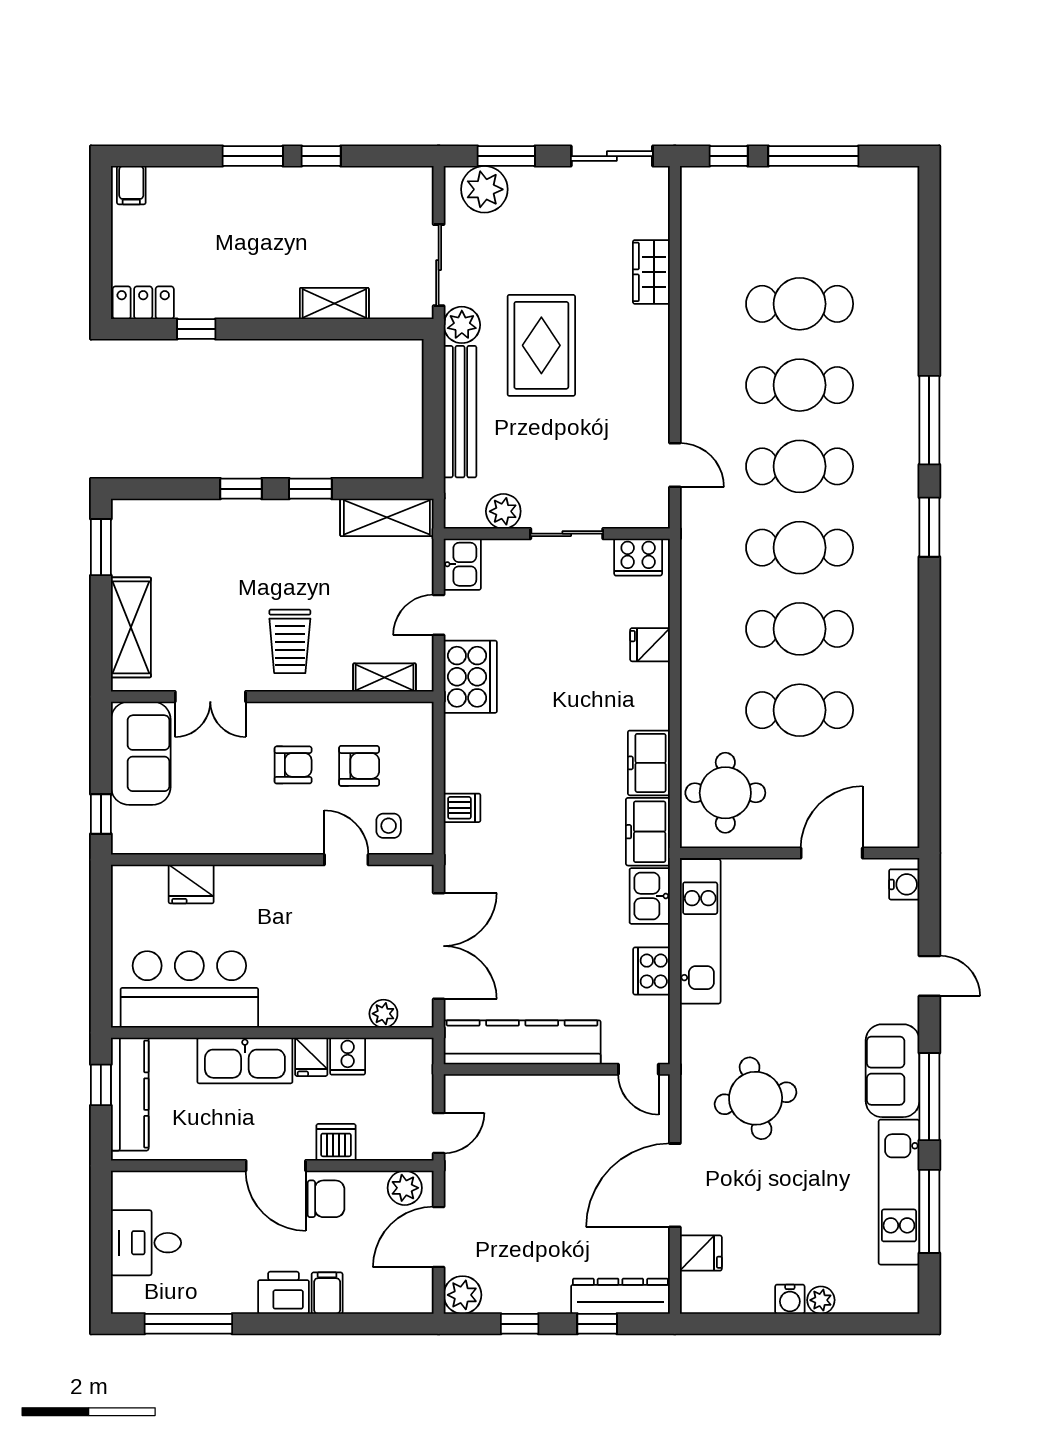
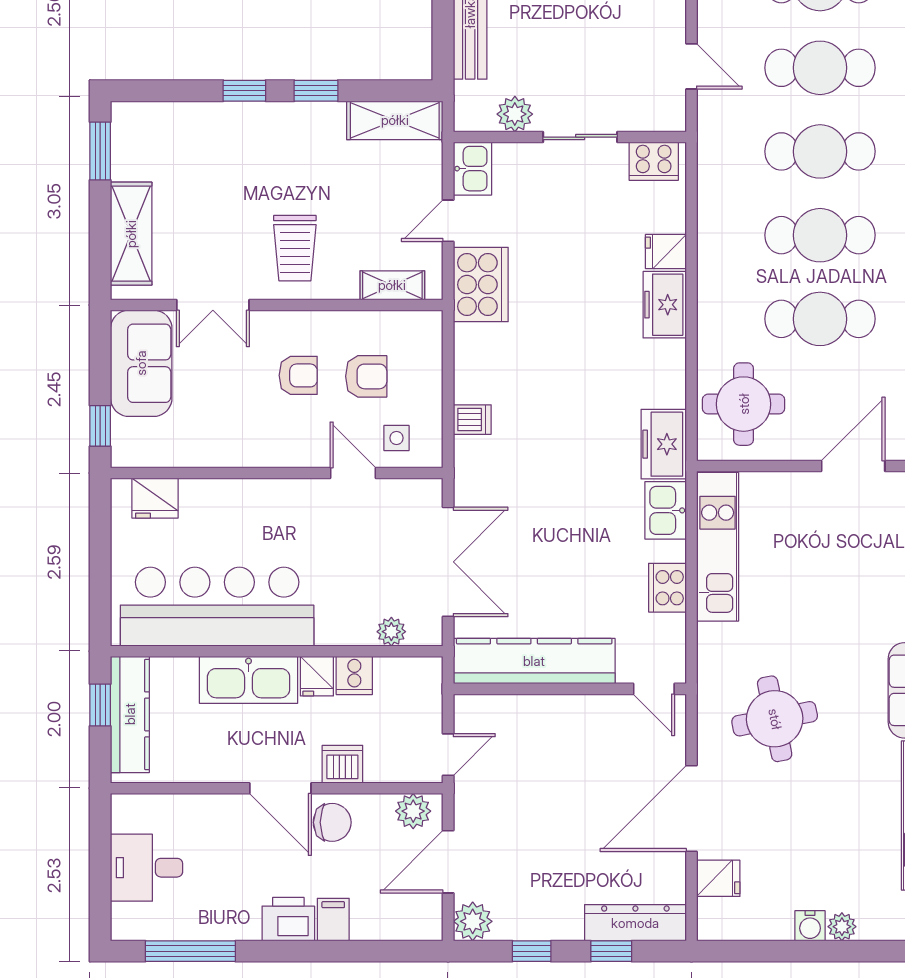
freezer: (649, 763) -> (665, 305), moved
fridge: (191, 884) -> (155, 498), moved
bar counter: (189, 989) -> (217, 607), width x1.36

